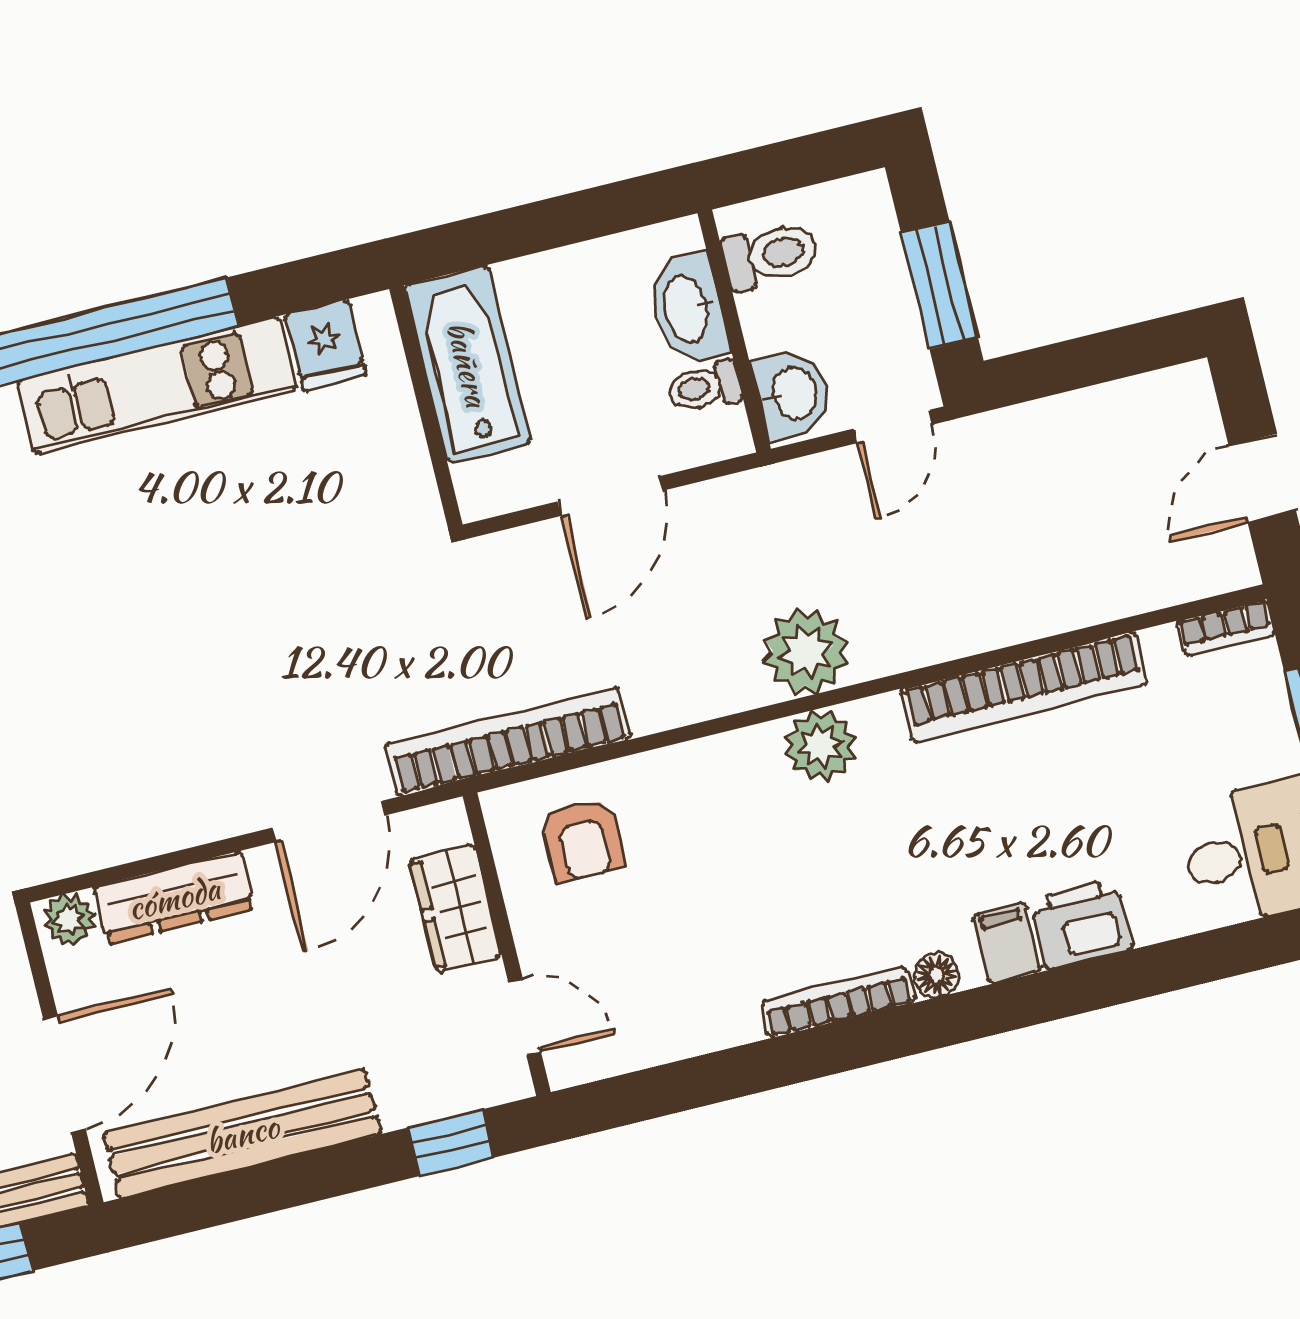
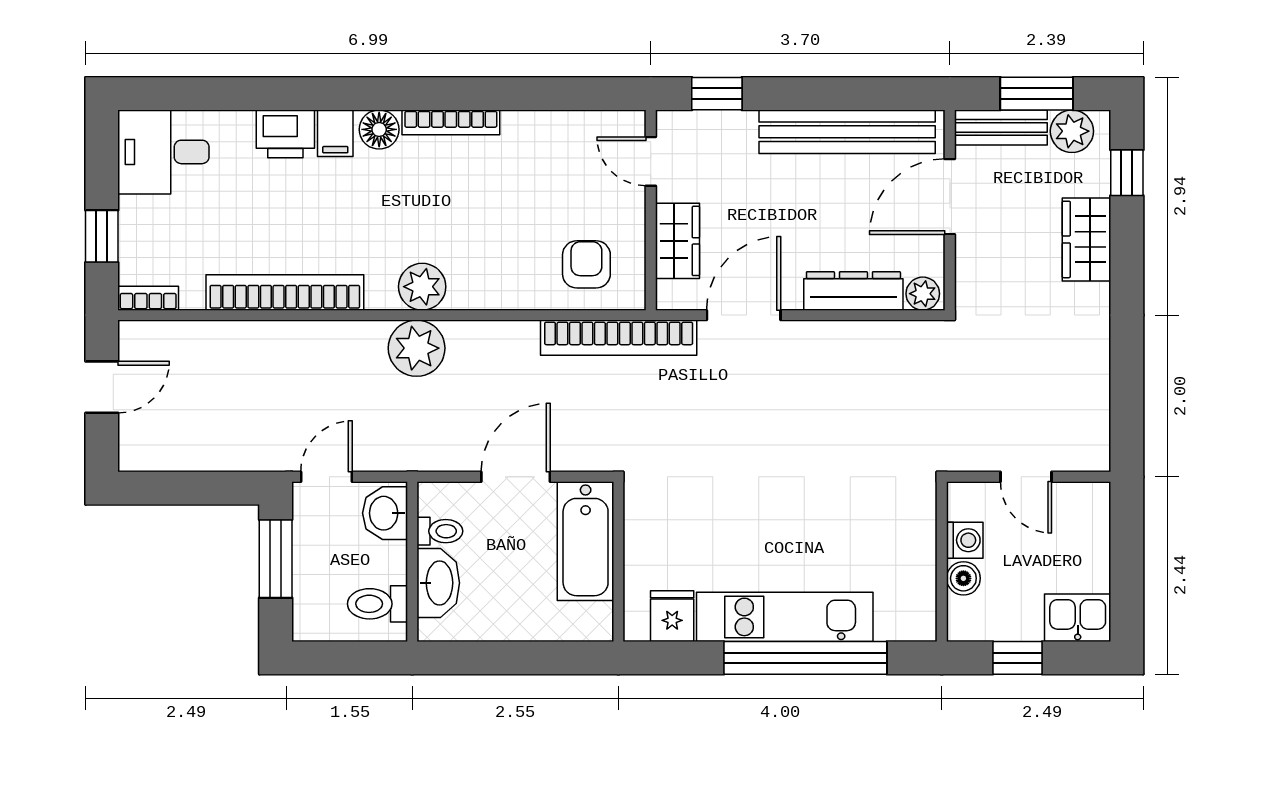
bathtub: (468, 364) -> (586, 541), moved
floor lamp: (936, 975) -> (379, 129), width x1.37, depth x1.37

